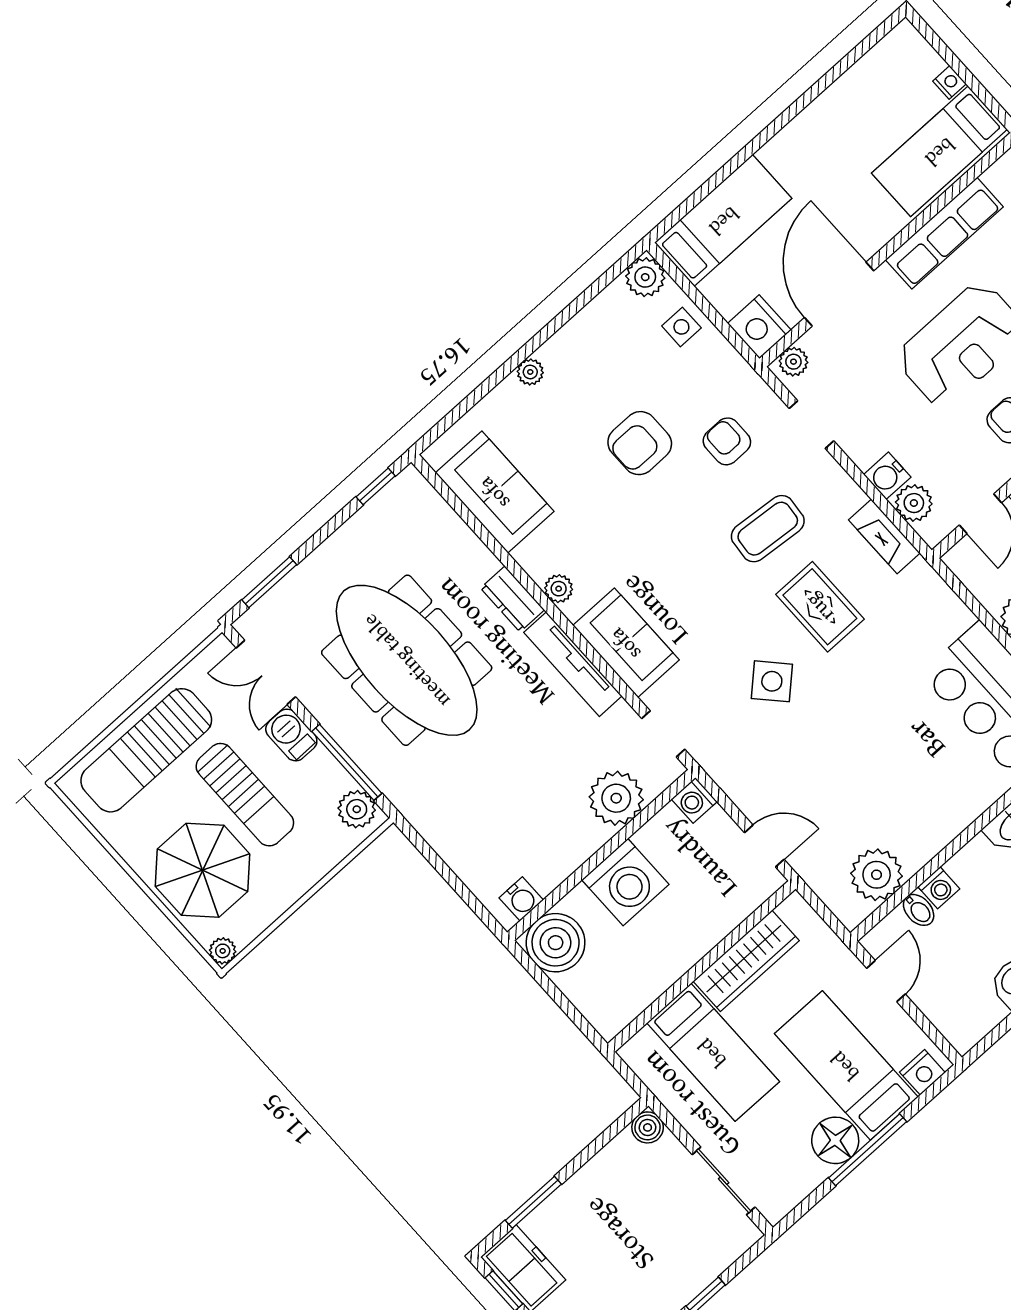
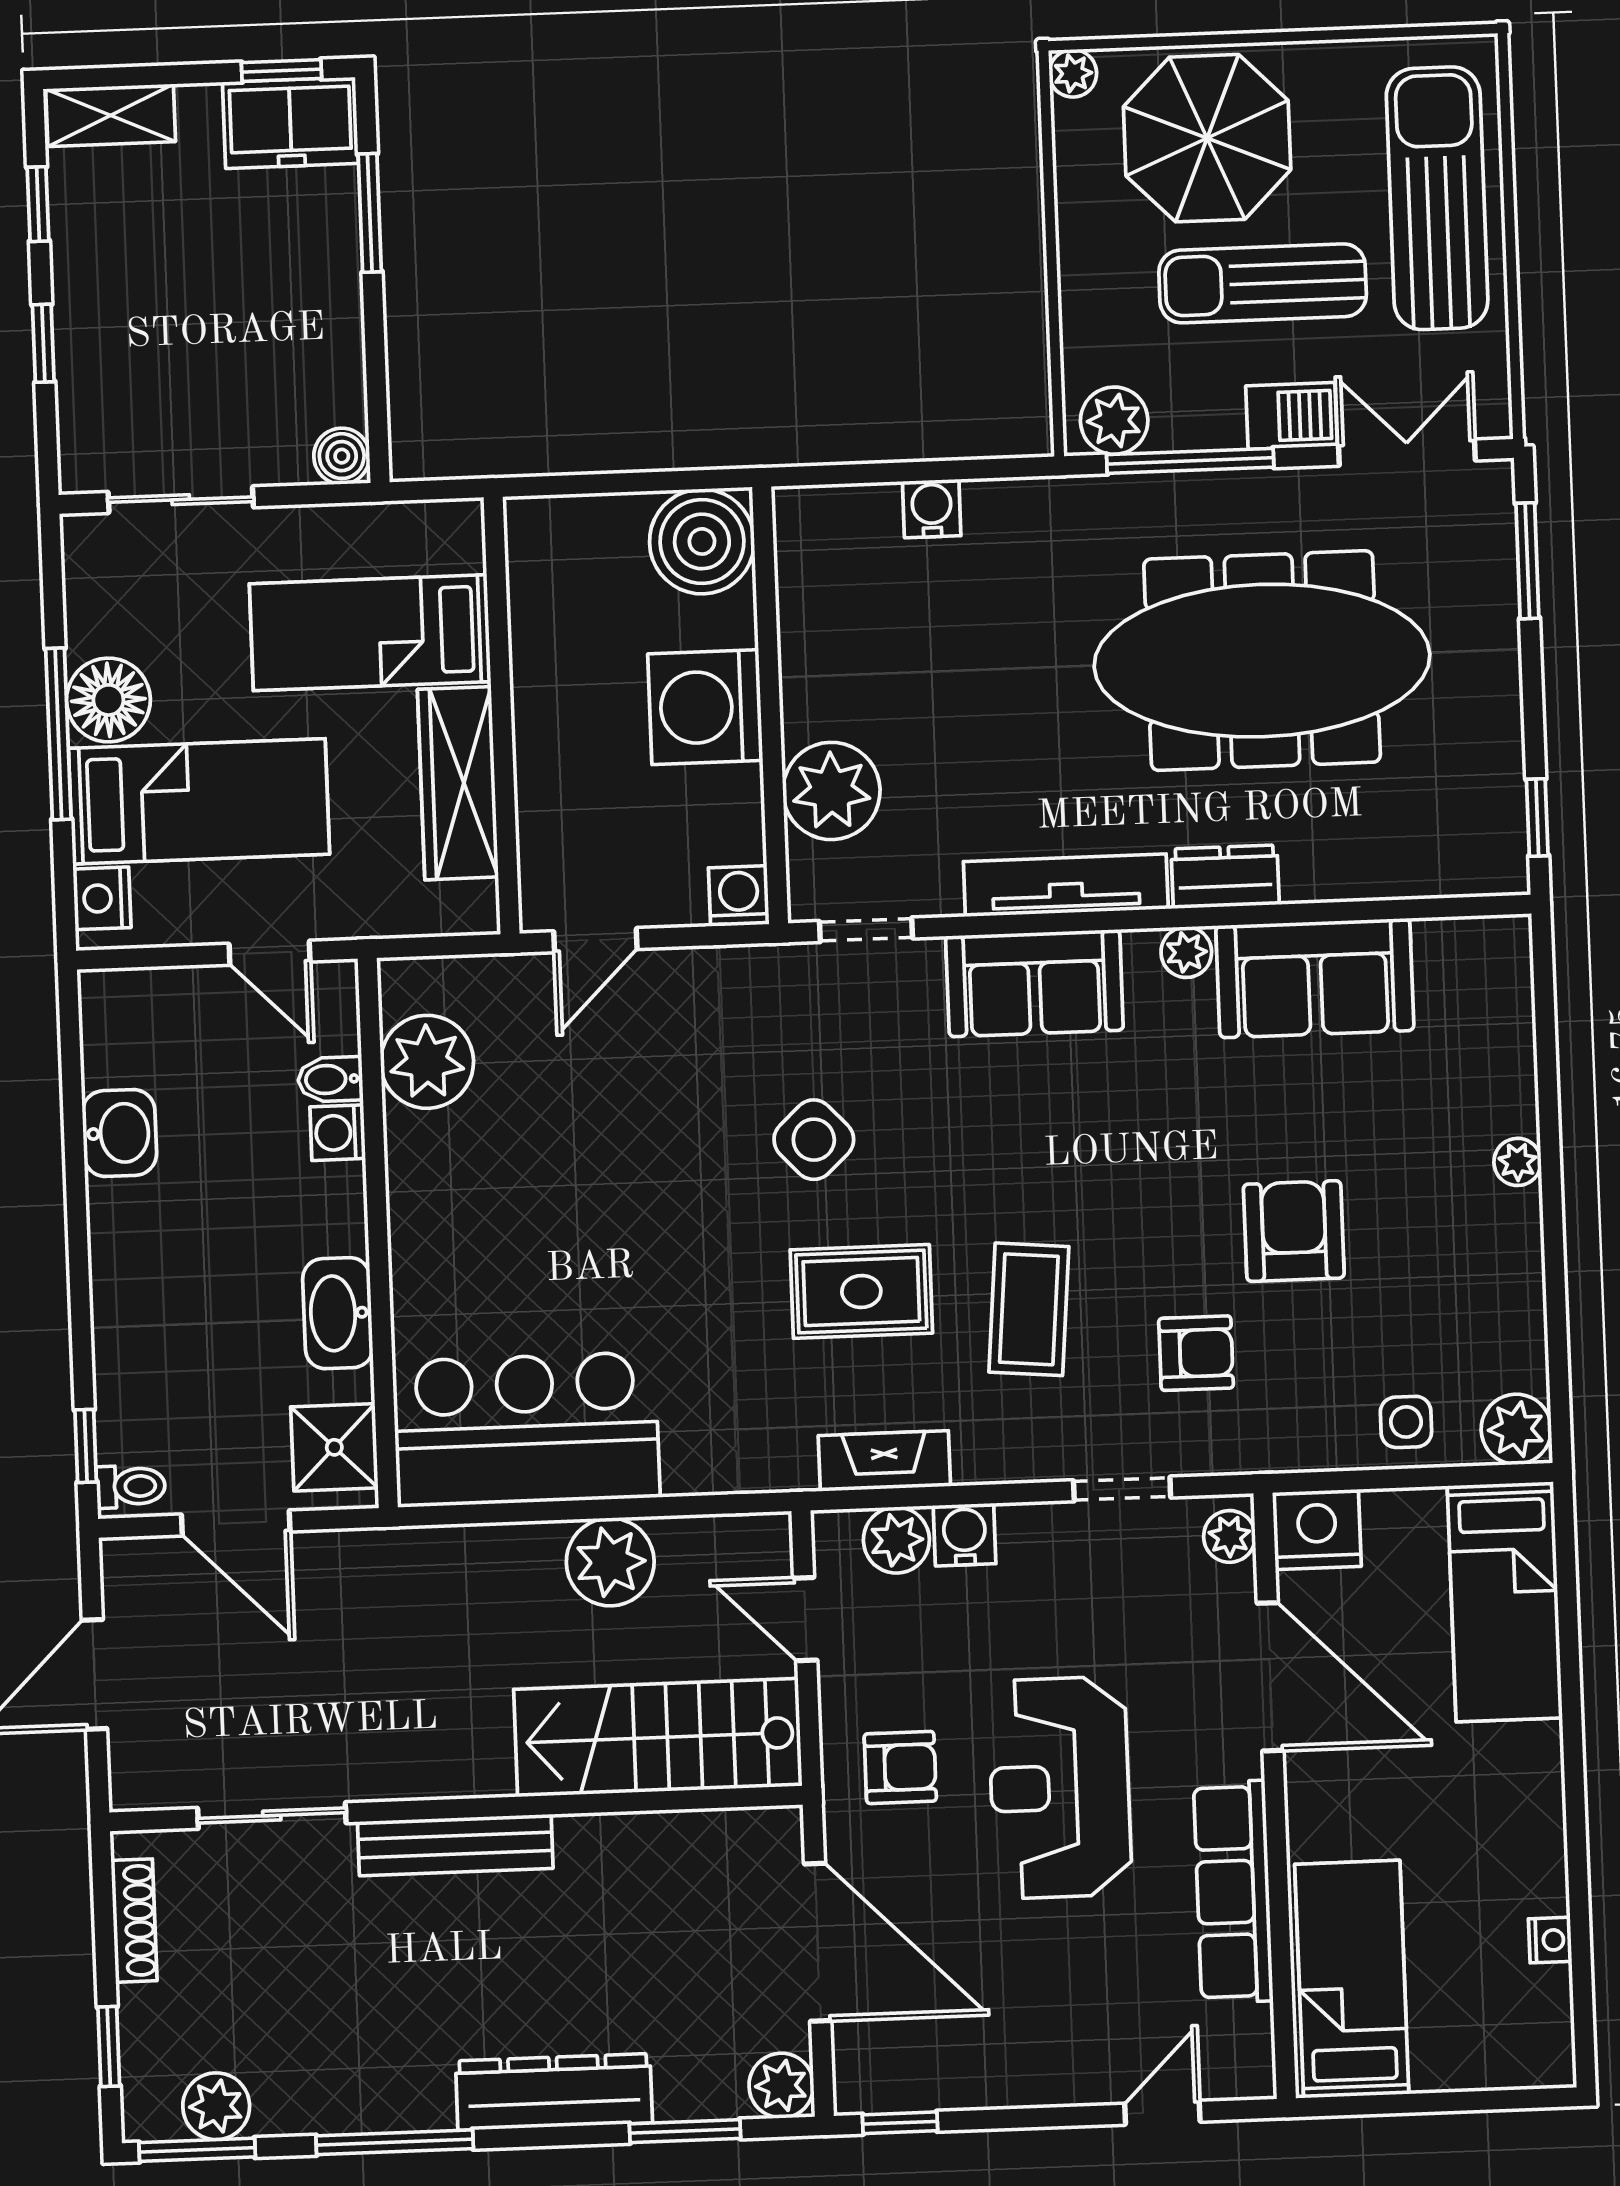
nightstand: (949, 82) -> (1550, 1940), moved, turned -90
sofa: (495, 492) -> (1315, 978), moved
water cooler: (521, 899) -> (932, 508), moved, turned 90

